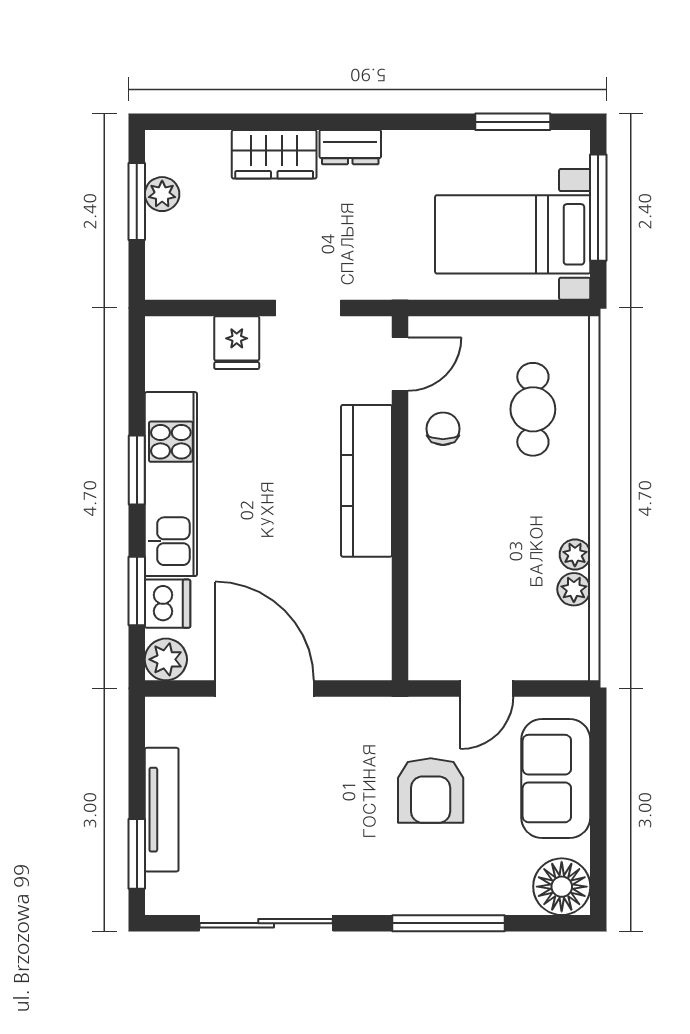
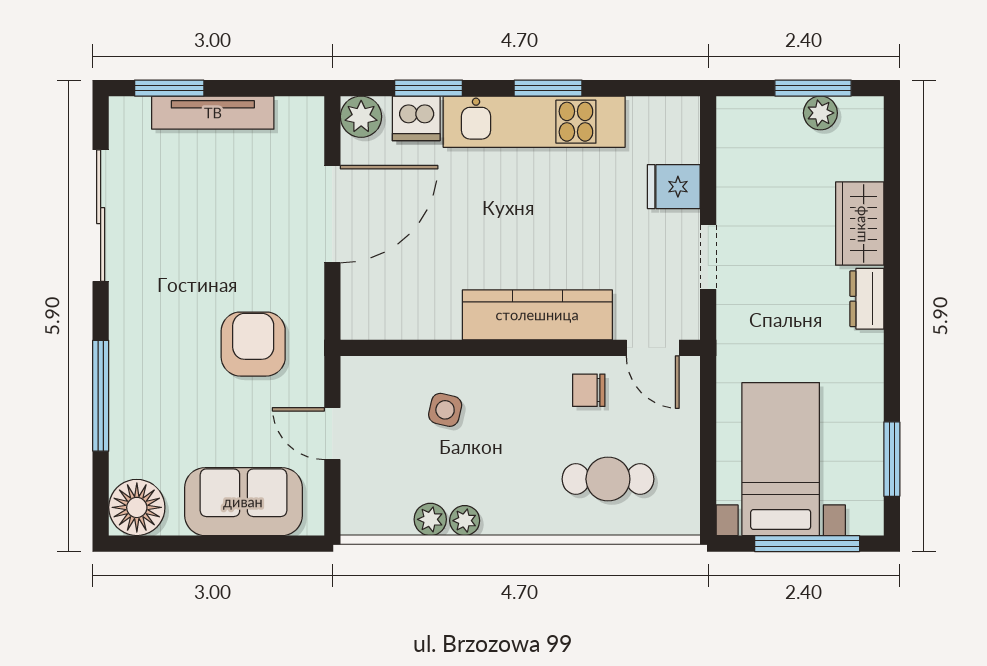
chair: (443, 429) -> (589, 390), turned 180
side table: (463, 574) -> (445, 410), added
armchair: (431, 791) -> (253, 344), moved, turned 90

